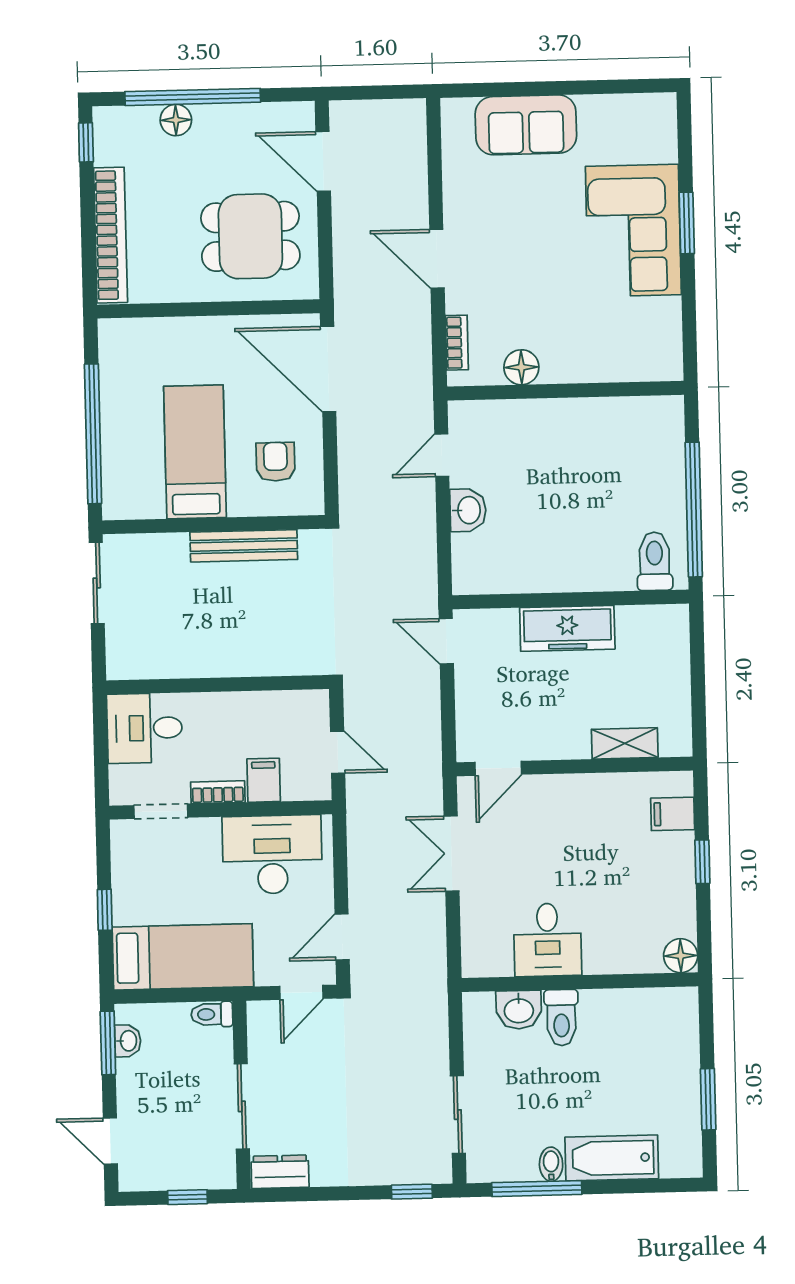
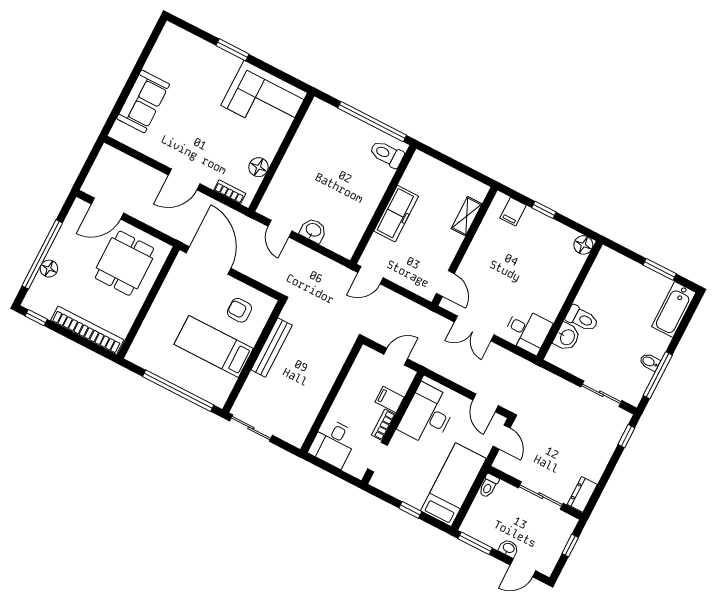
corner sofa: (633, 230) -> (264, 99), moved
door: (328, 369) -> (209, 261), swing flipped
desk: (548, 940) -> (527, 331), moved
washbasin: (128, 1041) -> (509, 548), moved
bathtub: (612, 1158) -> (674, 309), moved

